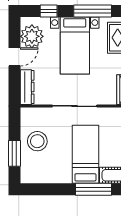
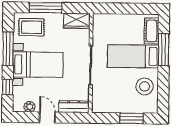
plant: (32, 36) -> (29, 107), width x0.53, depth x0.53
stool: (37, 141) -> (145, 86), moved

